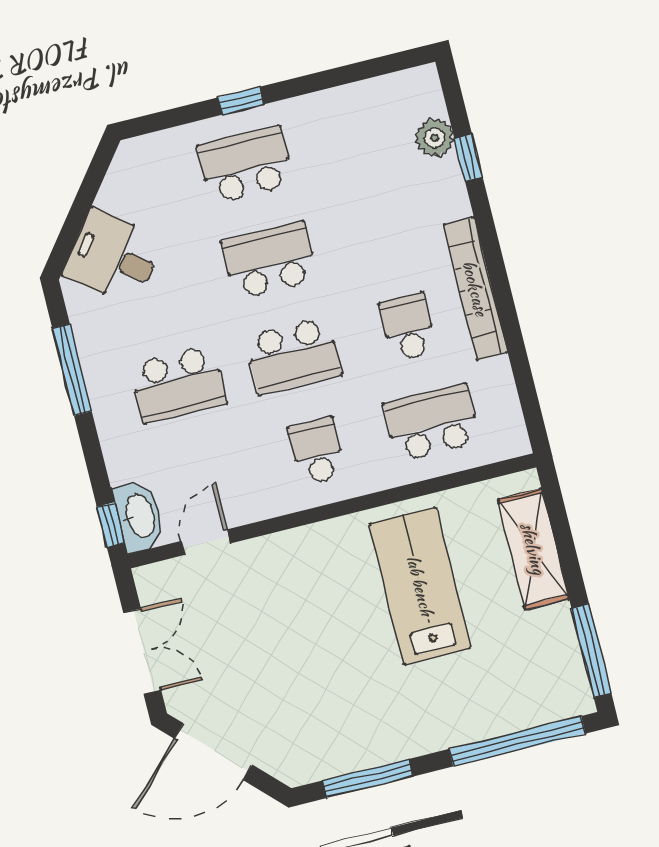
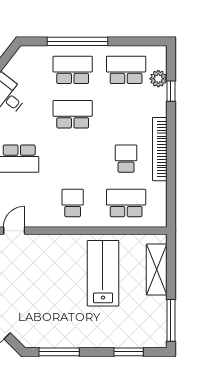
window: (241, 101) -> (78, 41), width x3.17
school desk: (293, 356) -> (126, 70), moved, turned 180
window: (517, 741) -> (129, 352), width x0.47

